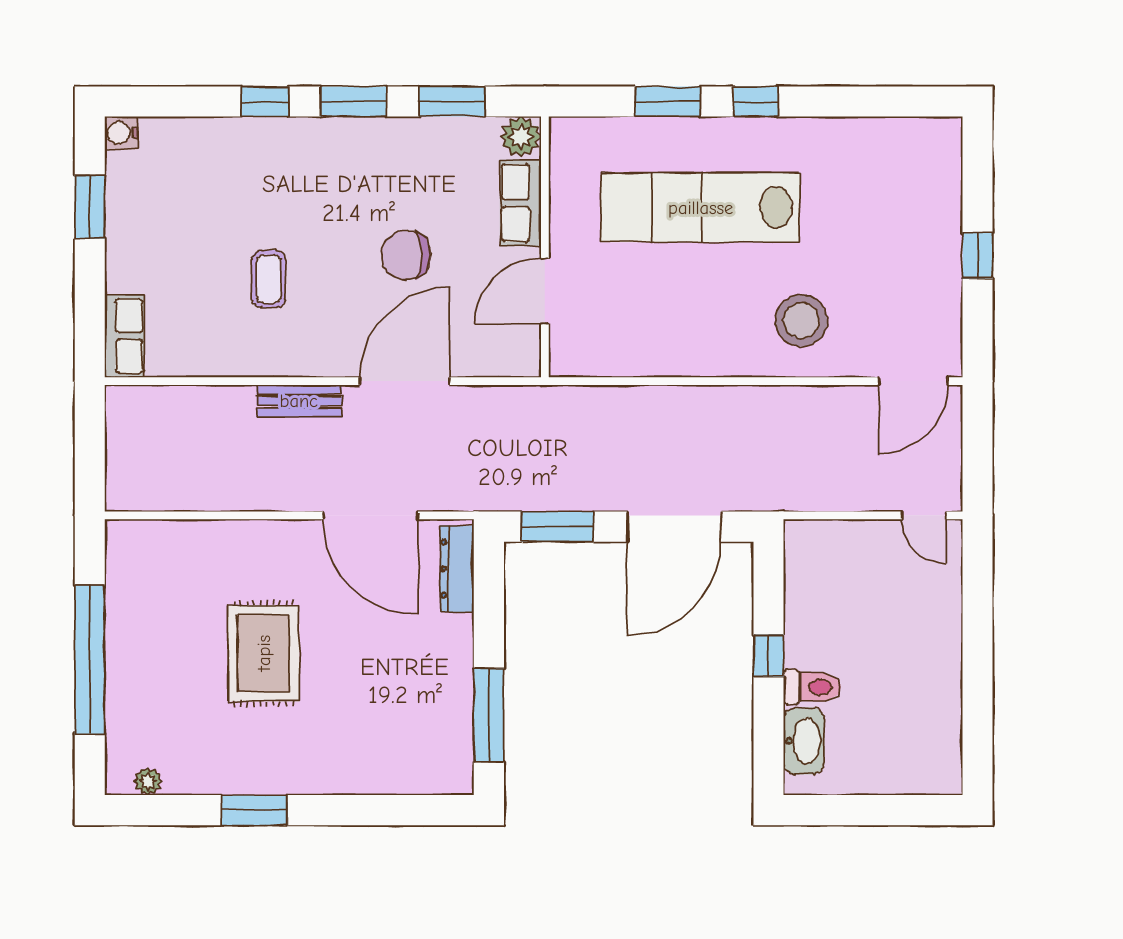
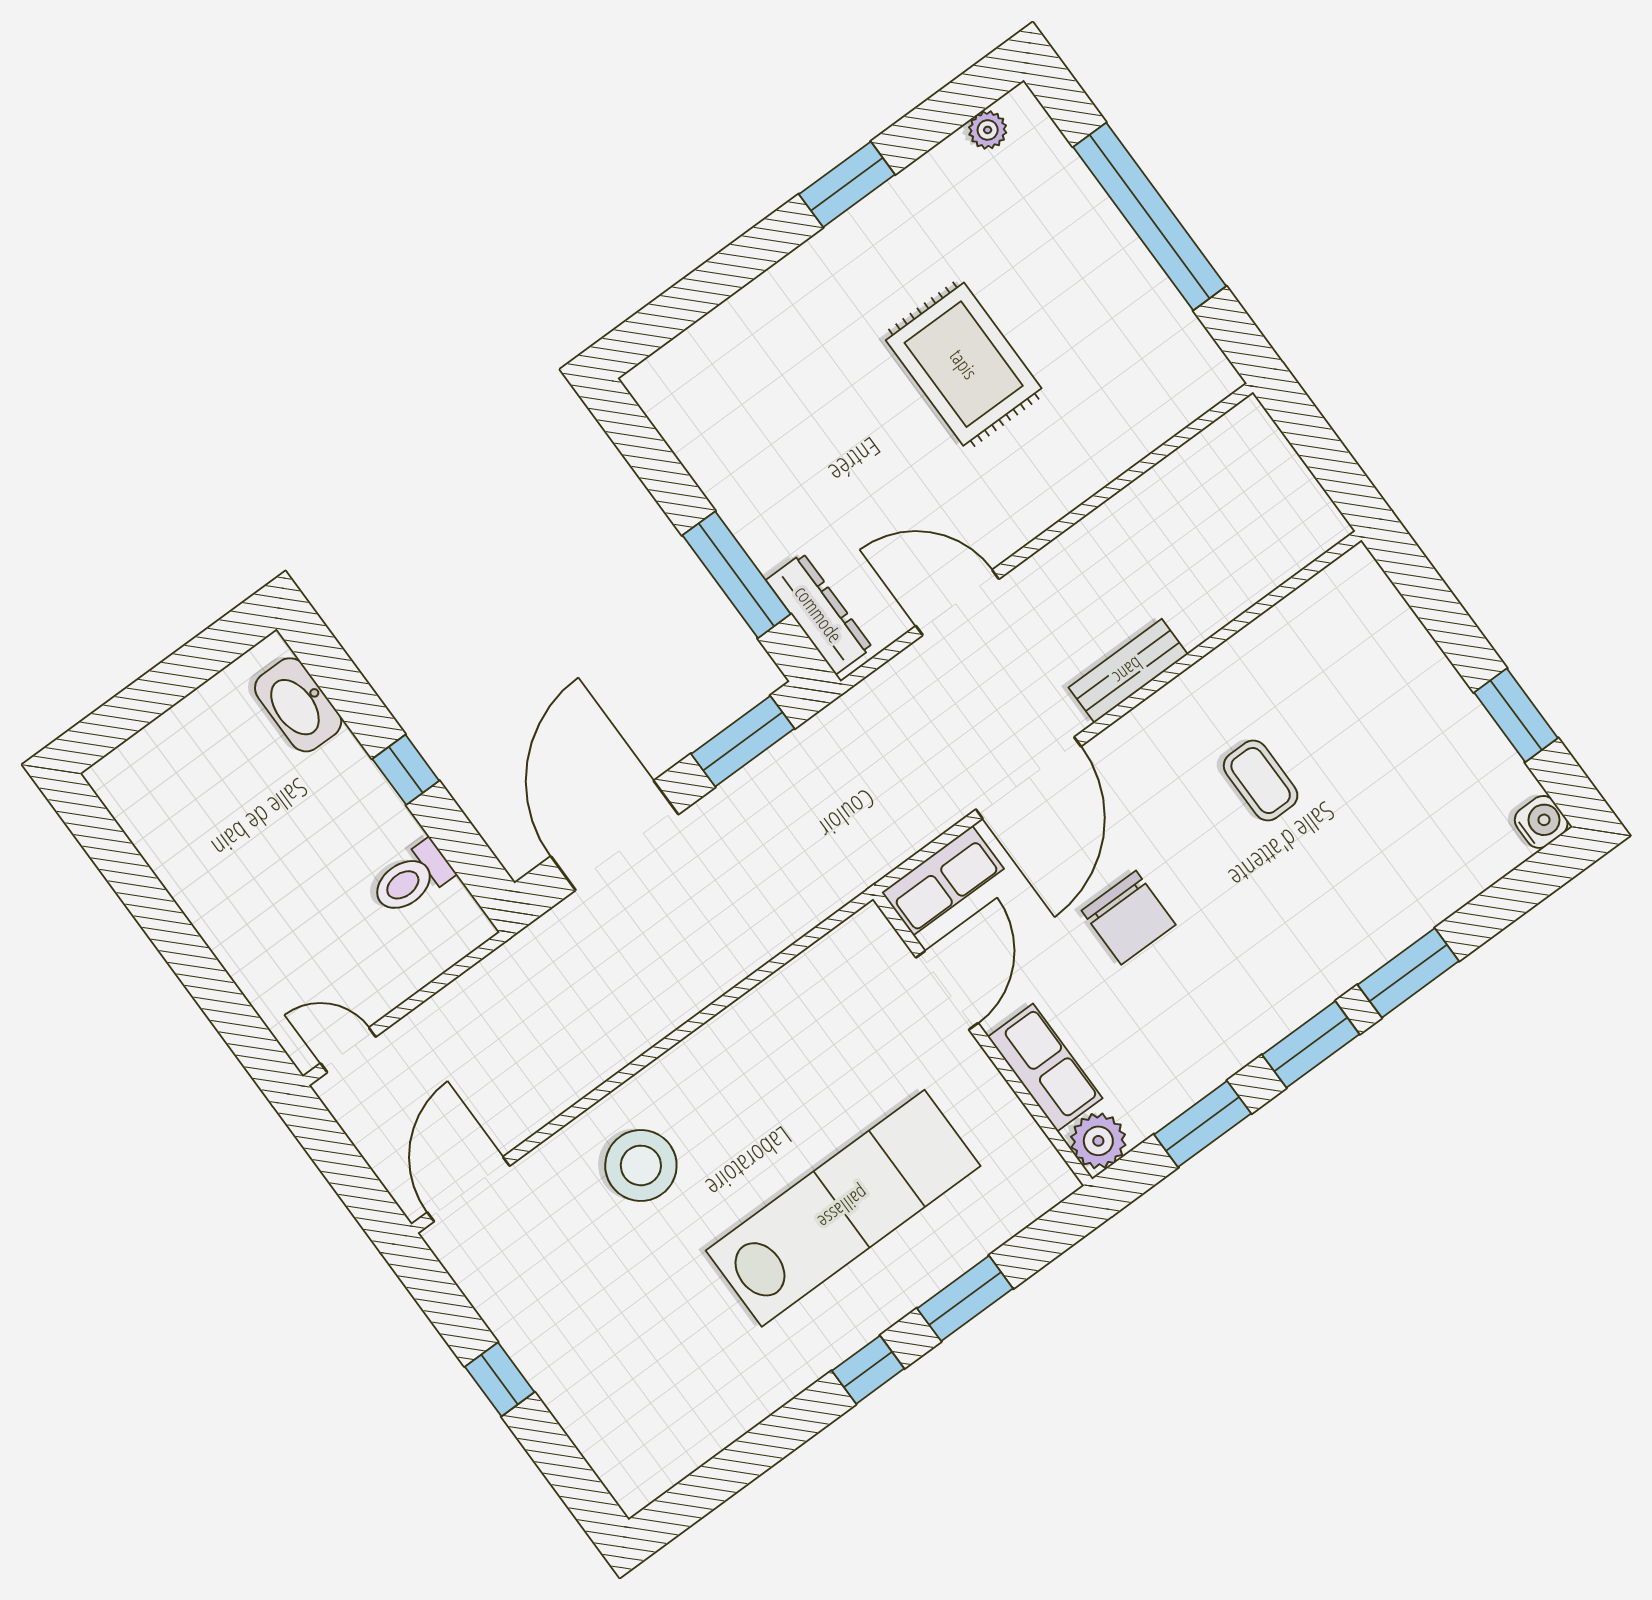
window: (265, 101) -> (1408, 973), width x1.50
chair: (406, 255) -> (1129, 918), turned 90
row of seats: (124, 336) -> (943, 881), moved, turned -90
door: (370, 515) -> (957, 602), width x0.73
toilet: (812, 687) -> (412, 878), moved
window: (489, 715) -> (737, 575), moved

